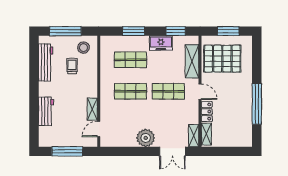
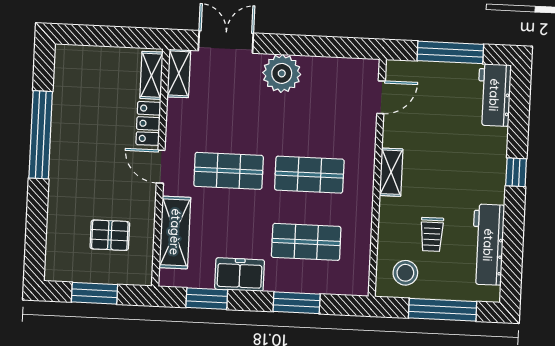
pallet: (222, 59) -> (110, 235), width x0.49, depth x0.50
window: (34, 97) -> (516, 172), added
shelving: (92, 109) -> (391, 172), moved
workbench: (46, 111) -> (494, 95), moved

